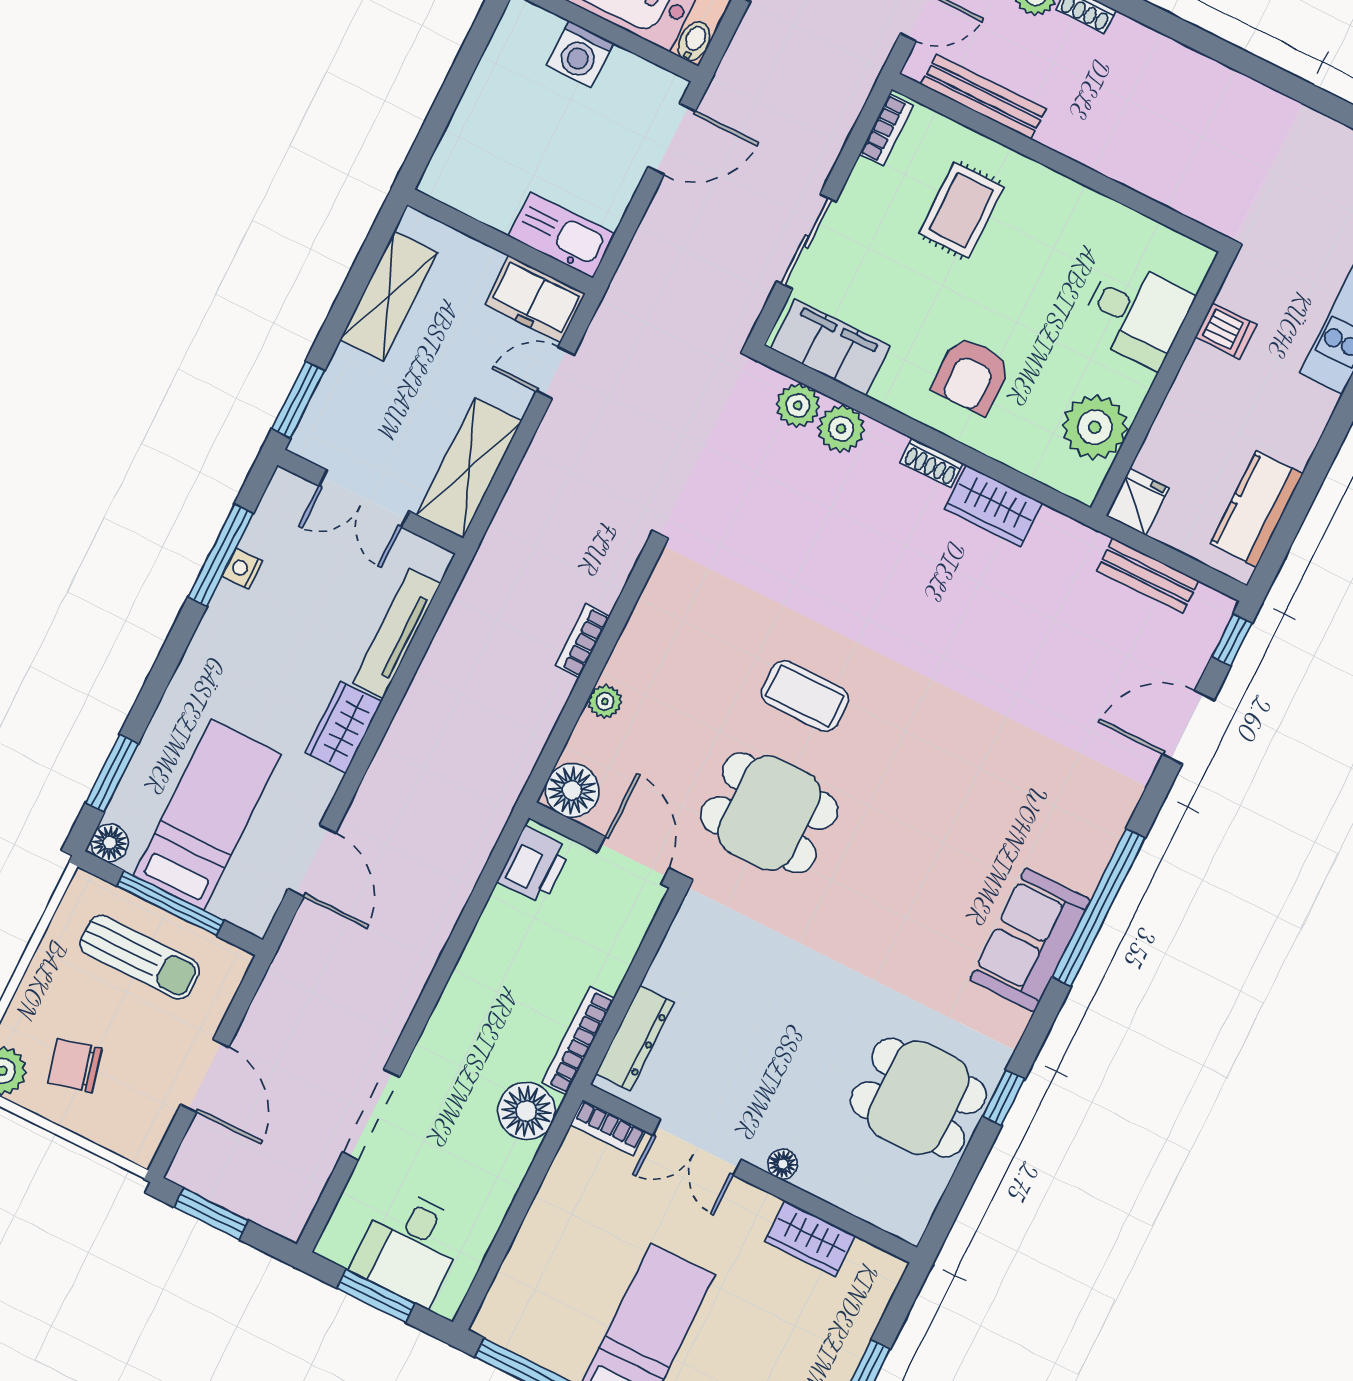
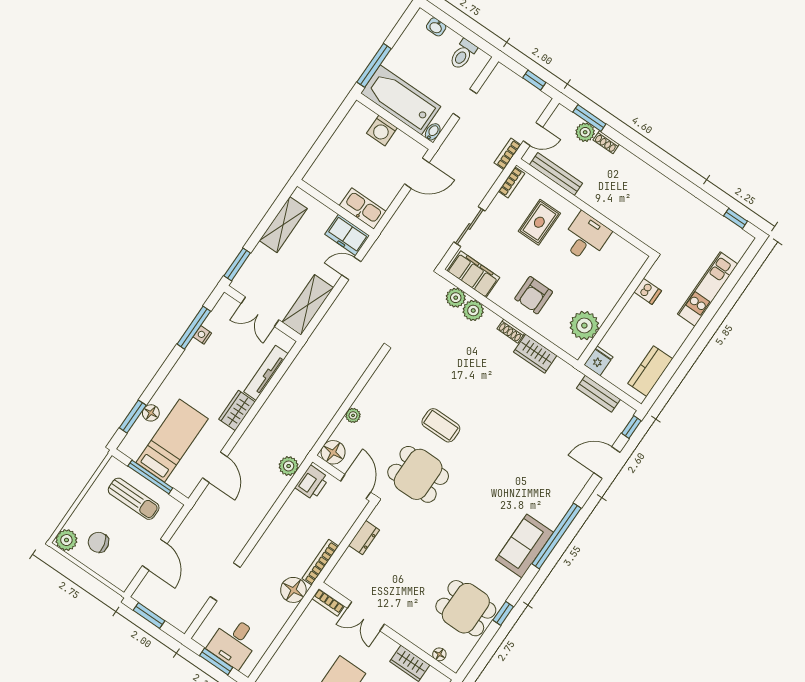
desk: (1136, 314) -> (586, 237), moved, turned -90
bookcase: (583, 641) -> (507, 154), moved
plant: (477, 835) -> (289, 466), added
floor lamp: (110, 843) -> (151, 413), moved
dresser: (635, 1038) -> (364, 538), moved, width x0.70
floor lamp: (783, 1164) -> (439, 654), moved

